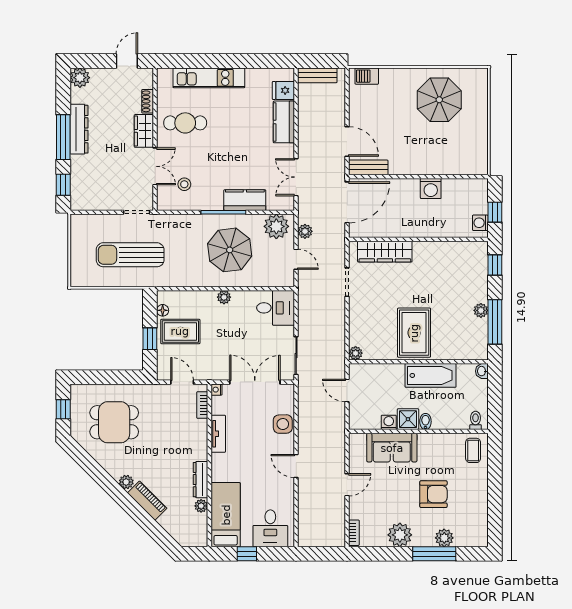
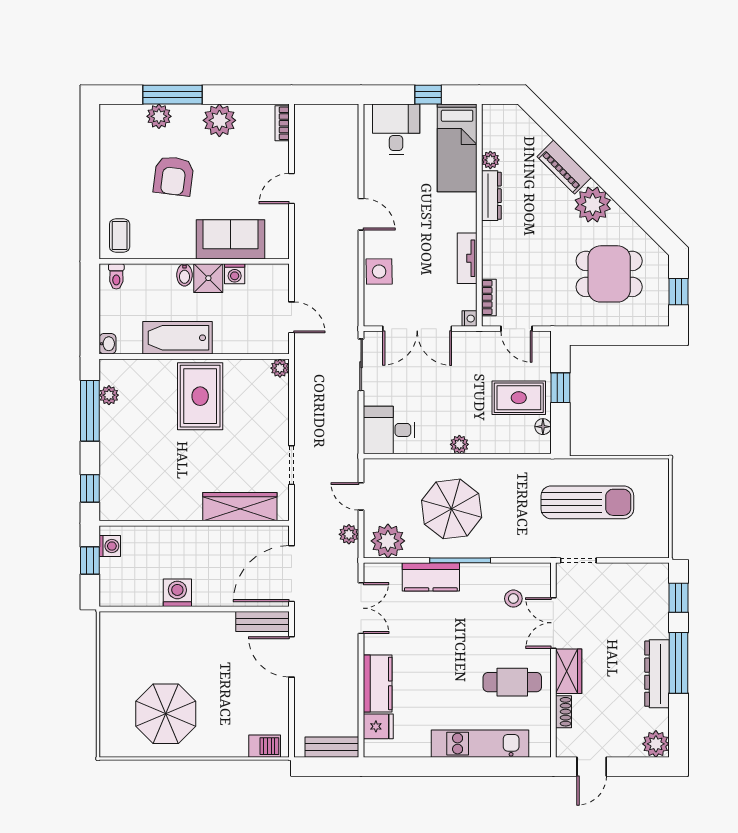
plant: (481, 310) -> (109, 395), moved
plant: (126, 482) -> (593, 205), width x1.87, depth x1.87
armchair: (433, 494) -> (174, 176), turned -83

